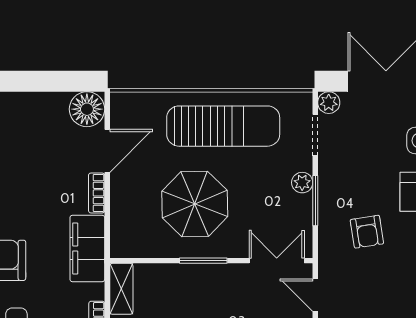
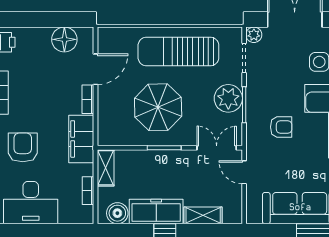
floor lamp: (87, 109) -> (64, 39), moved
sun lounger: (223, 126) -> (178, 52), turned 180
plant: (302, 183) -> (228, 98), width x1.87, depth x1.87
armchair: (367, 232) -> (281, 127), turned -81

